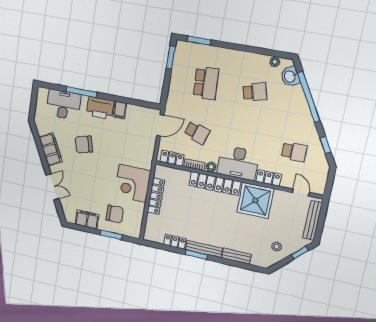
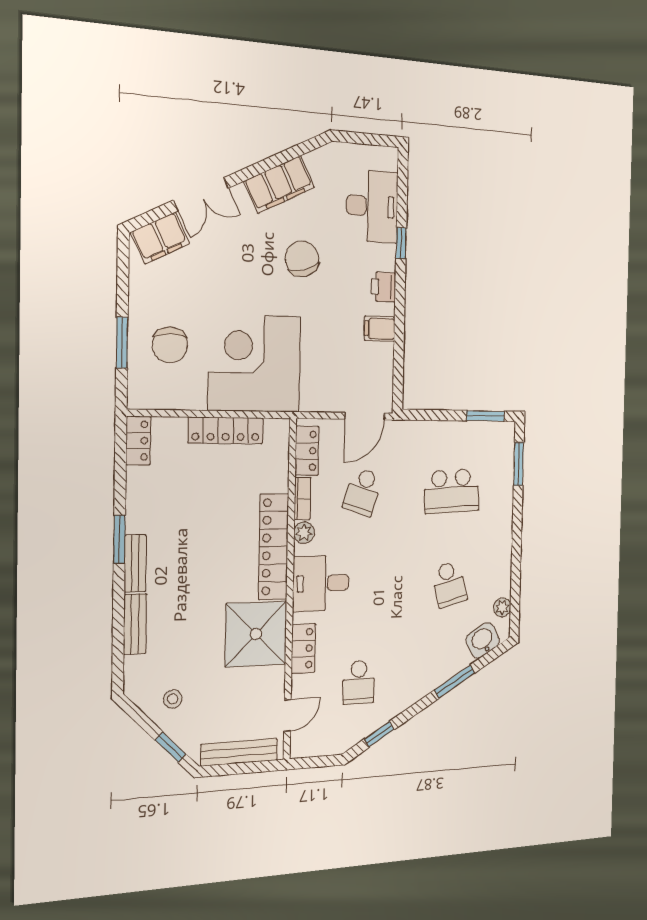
window: (81, 92) -> (401, 243), width x0.46
window: (309, 97) -> (455, 682), width x0.47
printer: (100, 108) -> (384, 287), width x0.53, depth x0.68
door: (160, 125) -> (365, 416), hinge flipped
desk: (238, 163) -> (321, 583), width x0.73
corner desk: (133, 183) -> (255, 363), width x1.36, depth x1.36
filing cabinet: (87, 219) -> (160, 238), moved, turned 63
locker: (175, 242) -> (138, 441), moved
bench: (204, 249) -> (135, 563), width x0.73

